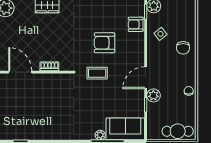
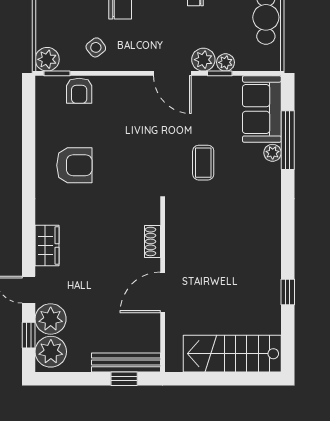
armchair: (104, 43) -> (74, 165), moved, turned -90
coffee table: (97, 73) -> (203, 163), moved
plant: (152, 108) -> (226, 62), added

